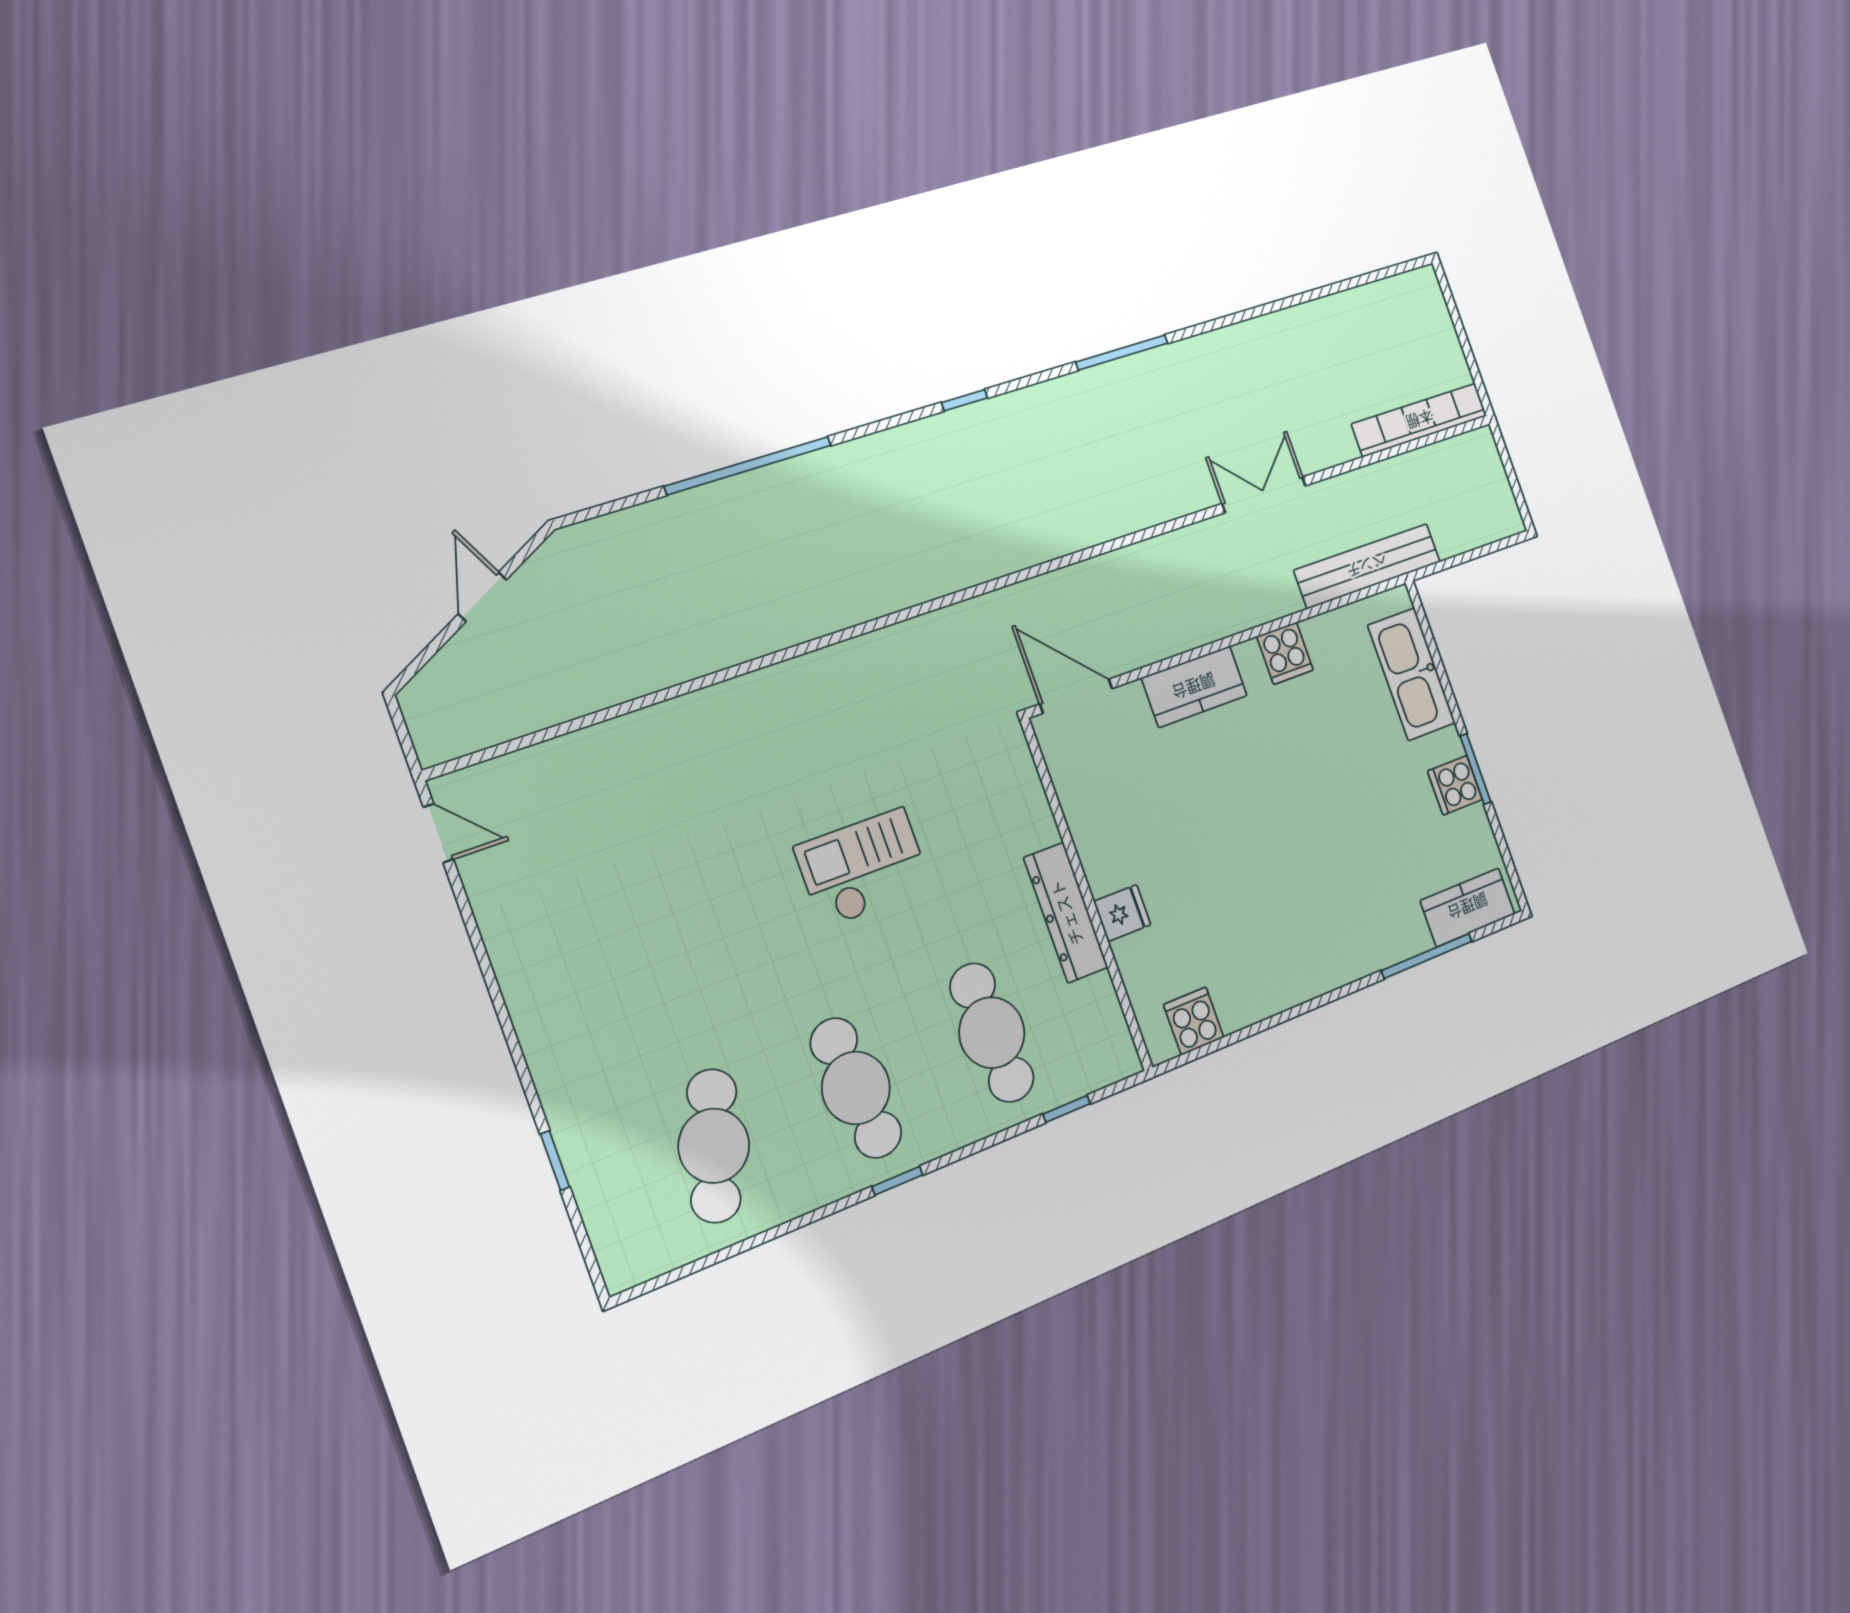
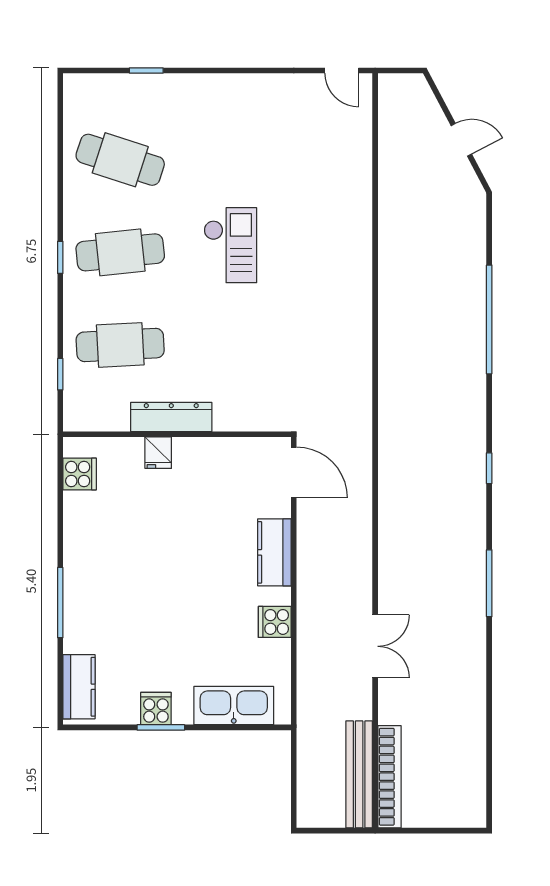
bench: (1367, 566) -> (359, 774), moved
door: (1076, 696) -> (294, 472), hinge flipped
door: (438, 833) -> (342, 70), hinge flipped
checkout: (863, 868) -> (230, 245), moved
window: (1427, 956) -> (60, 603), moved

